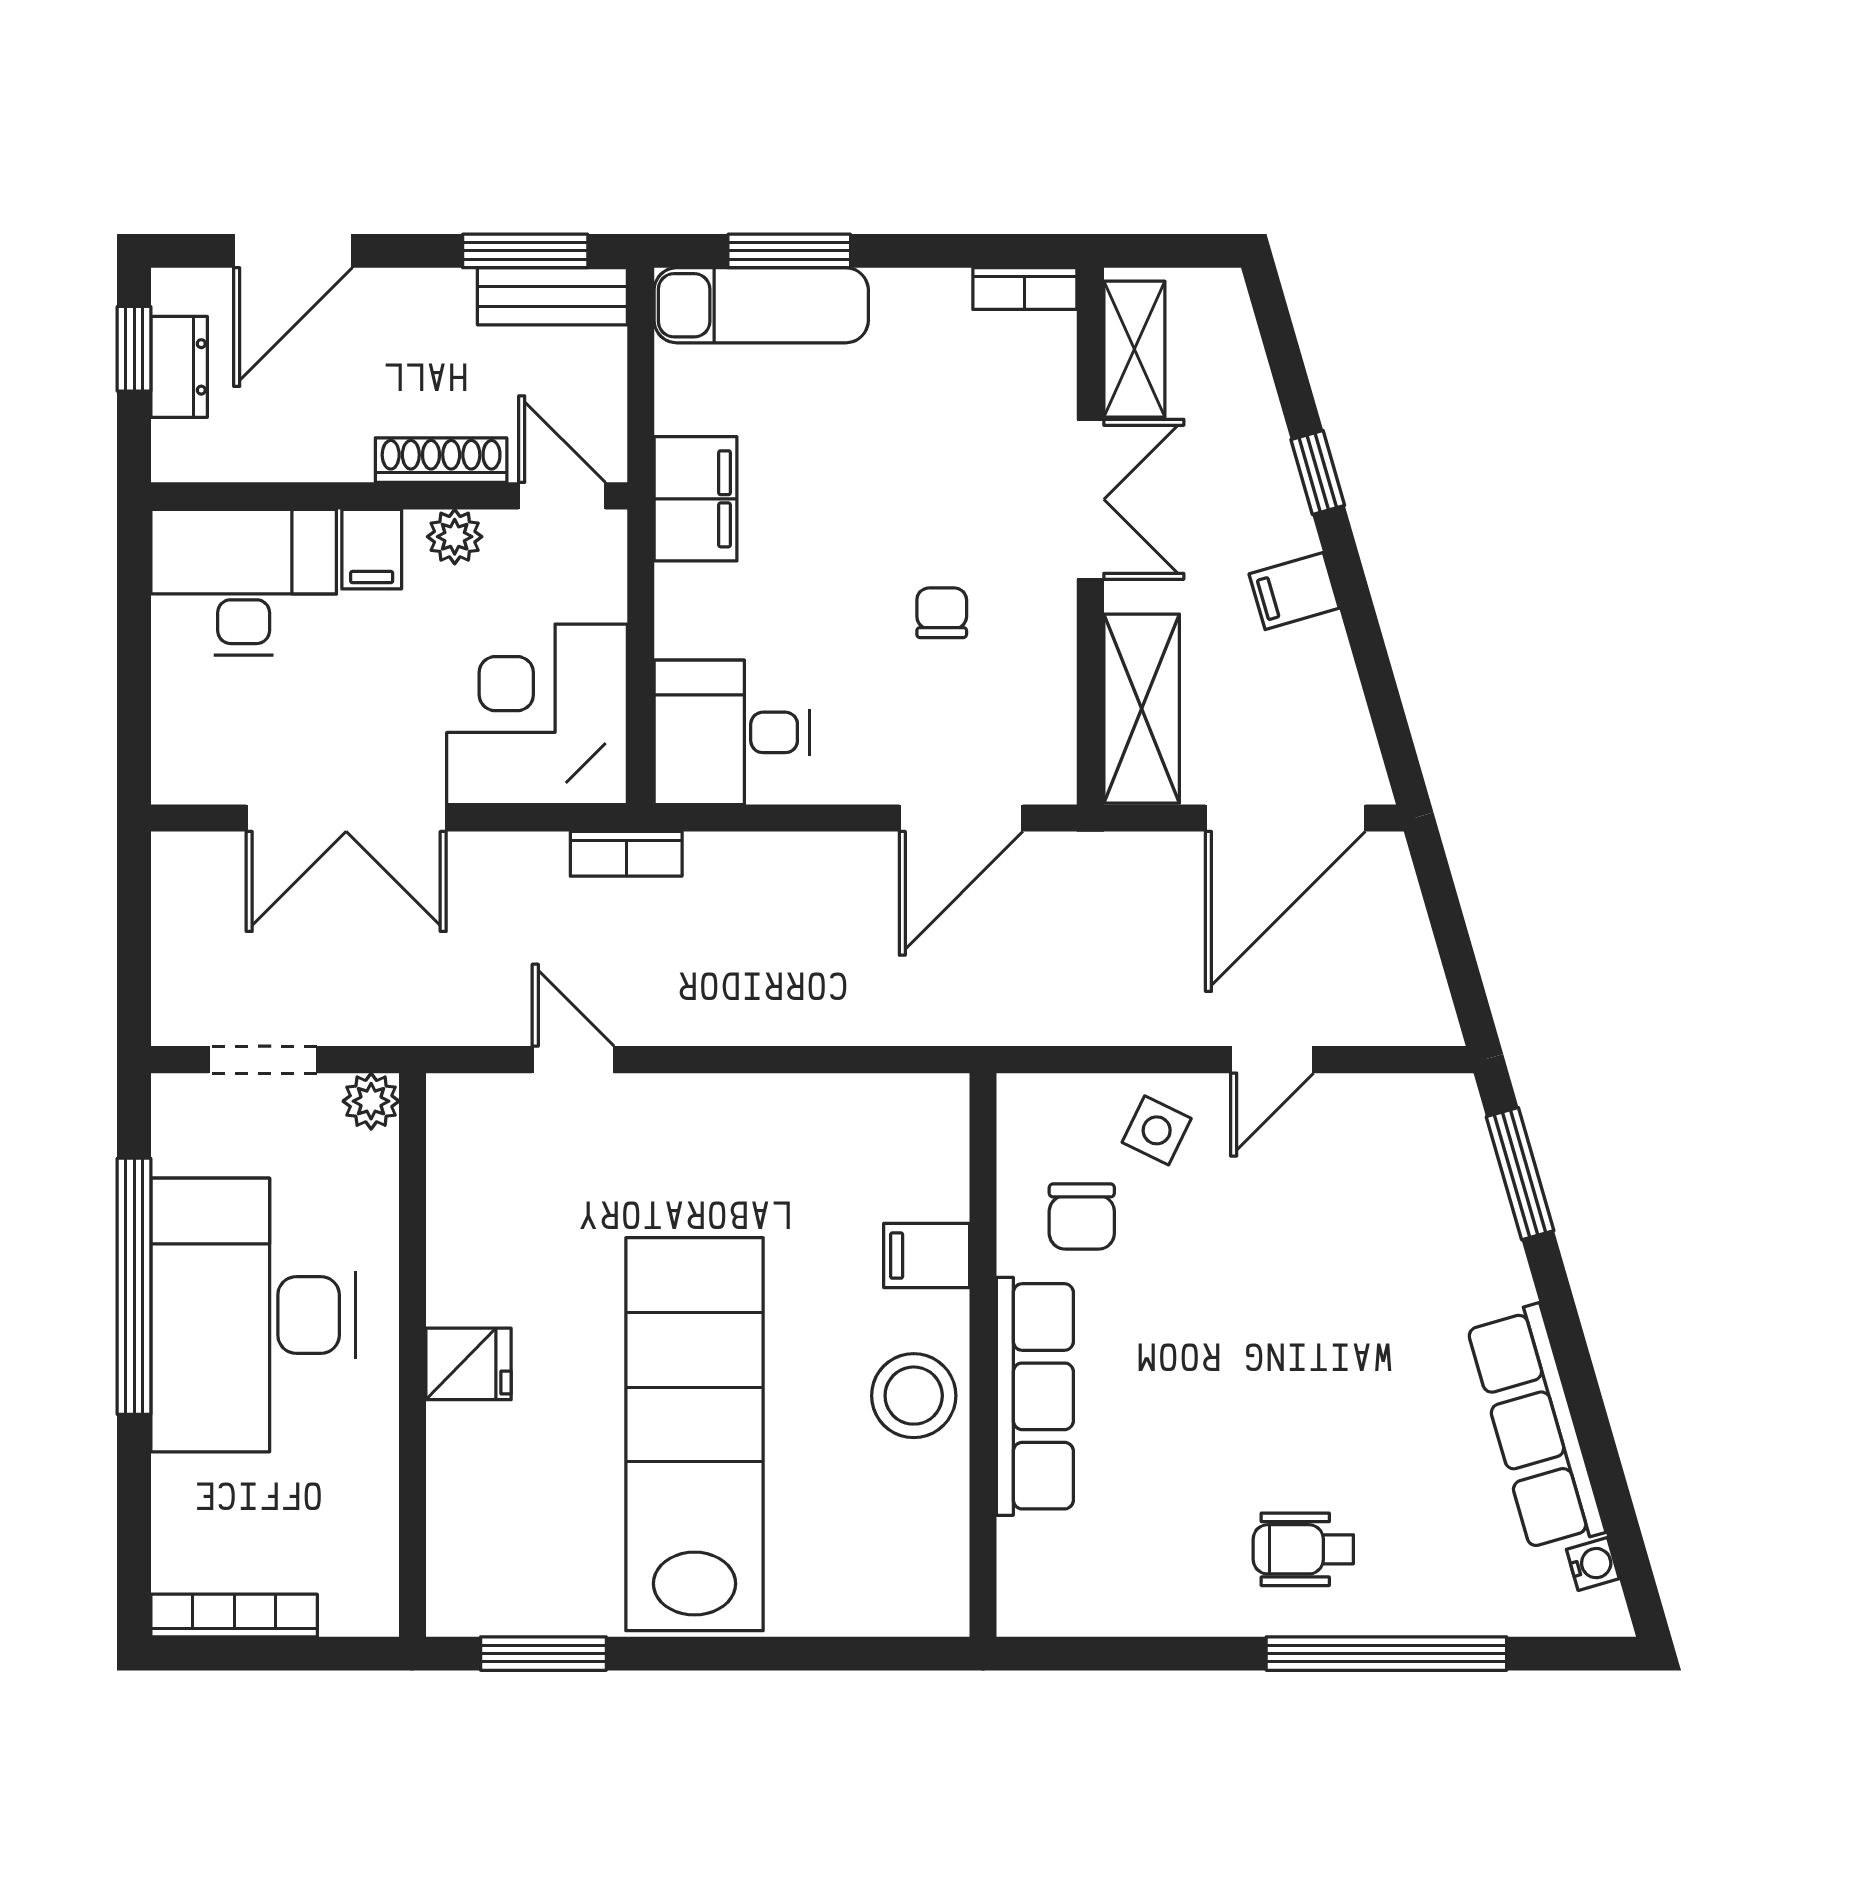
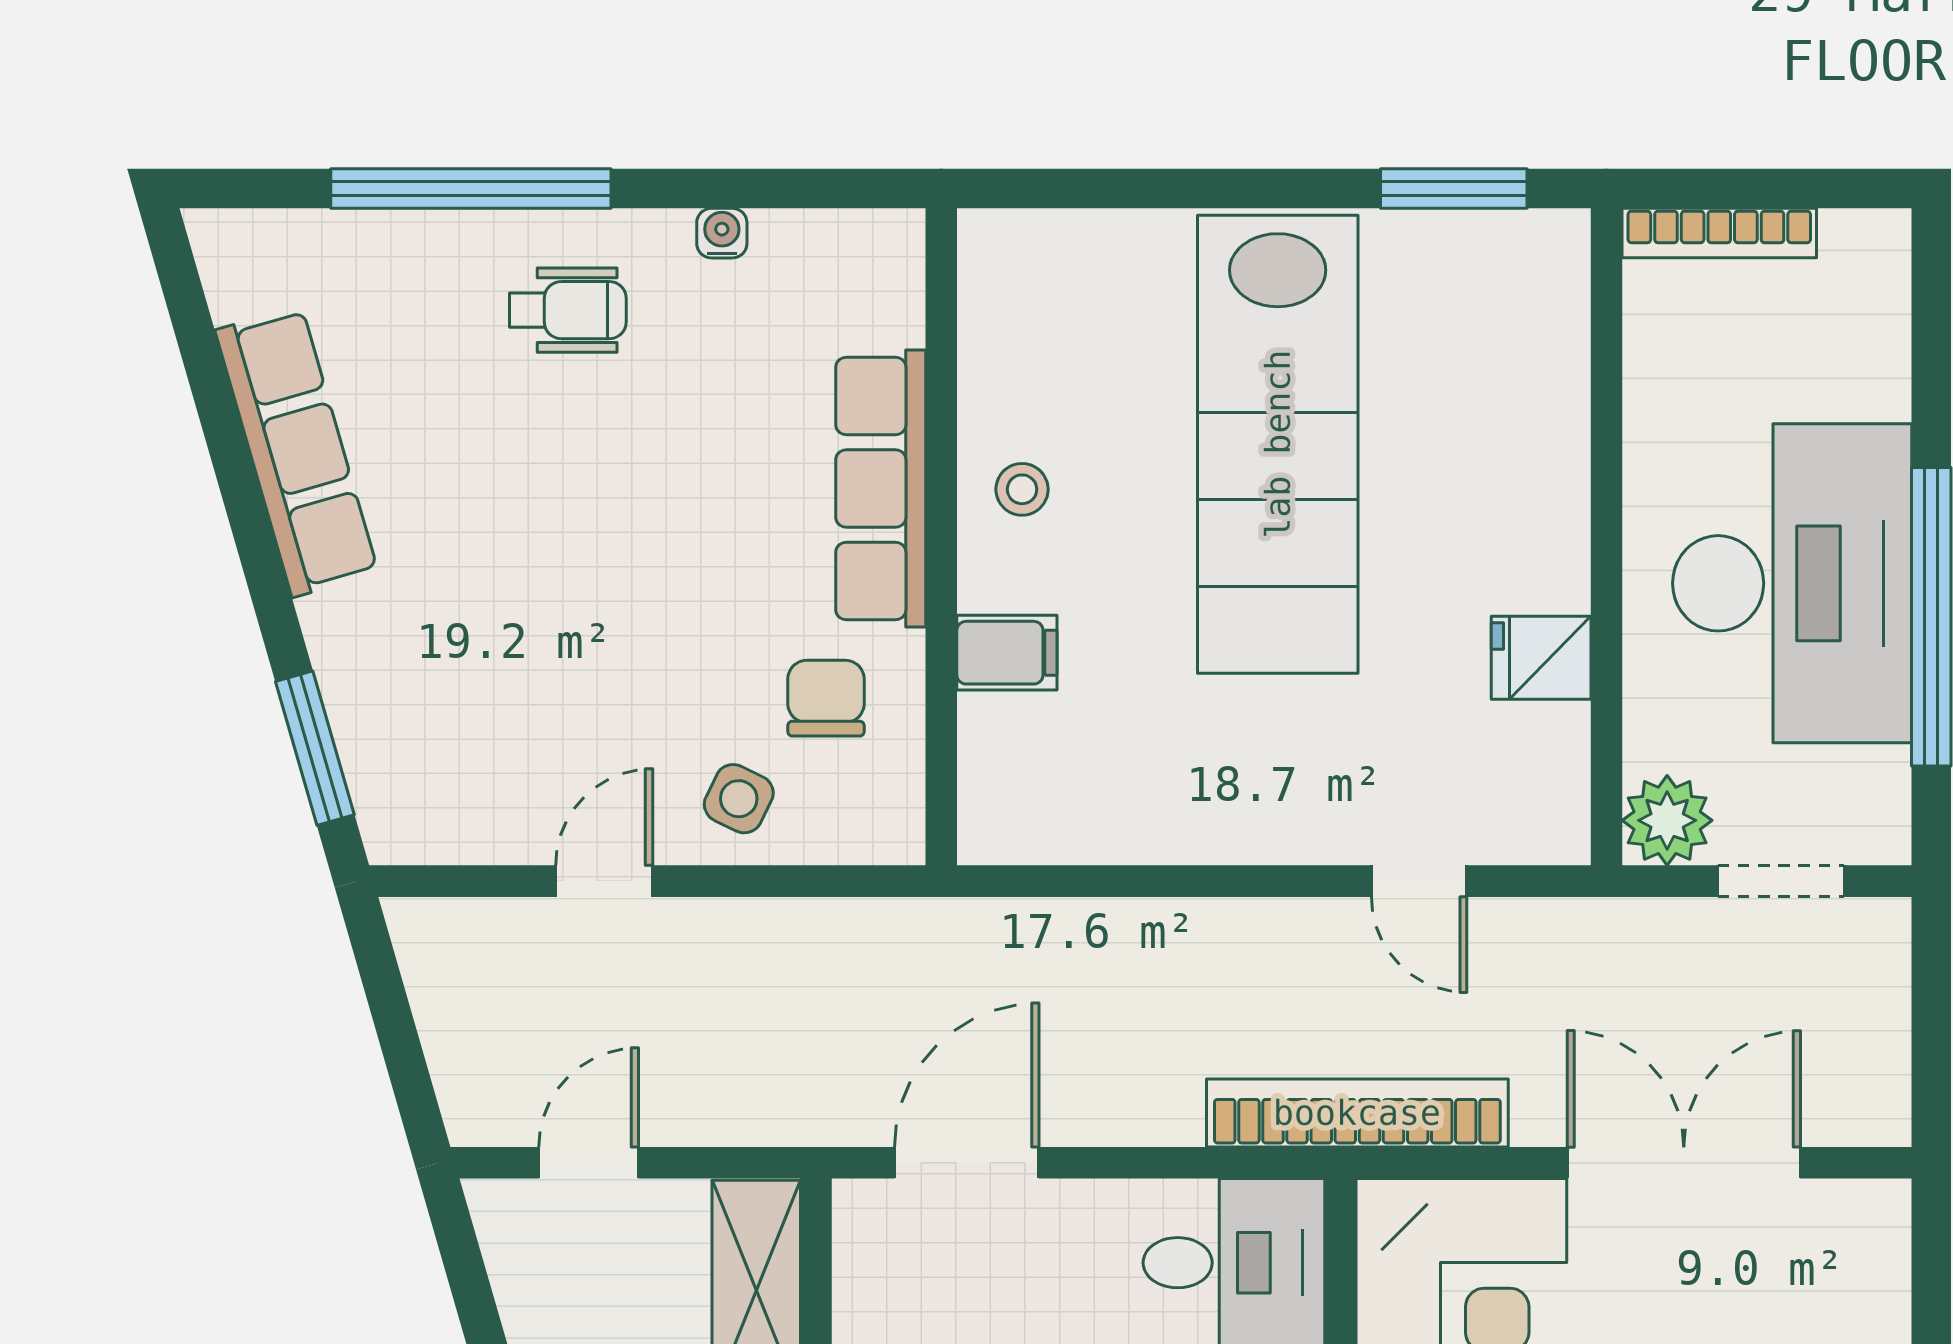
door: (1285, 818) -> (589, 1163), width x0.53
bookcase: (626, 854) -> (1357, 1113), width x2.31, depth x1.31
plant: (371, 1101) -> (1667, 820), width x1.38, depth x1.38
fridge: (469, 1364) -> (1541, 658), moved
stool: (914, 1396) -> (1022, 489), width x0.53, depth x0.53
water cooler: (1593, 1564) -> (722, 233), moved, turned 106
bookcase: (234, 1615) -> (1719, 233), moved

